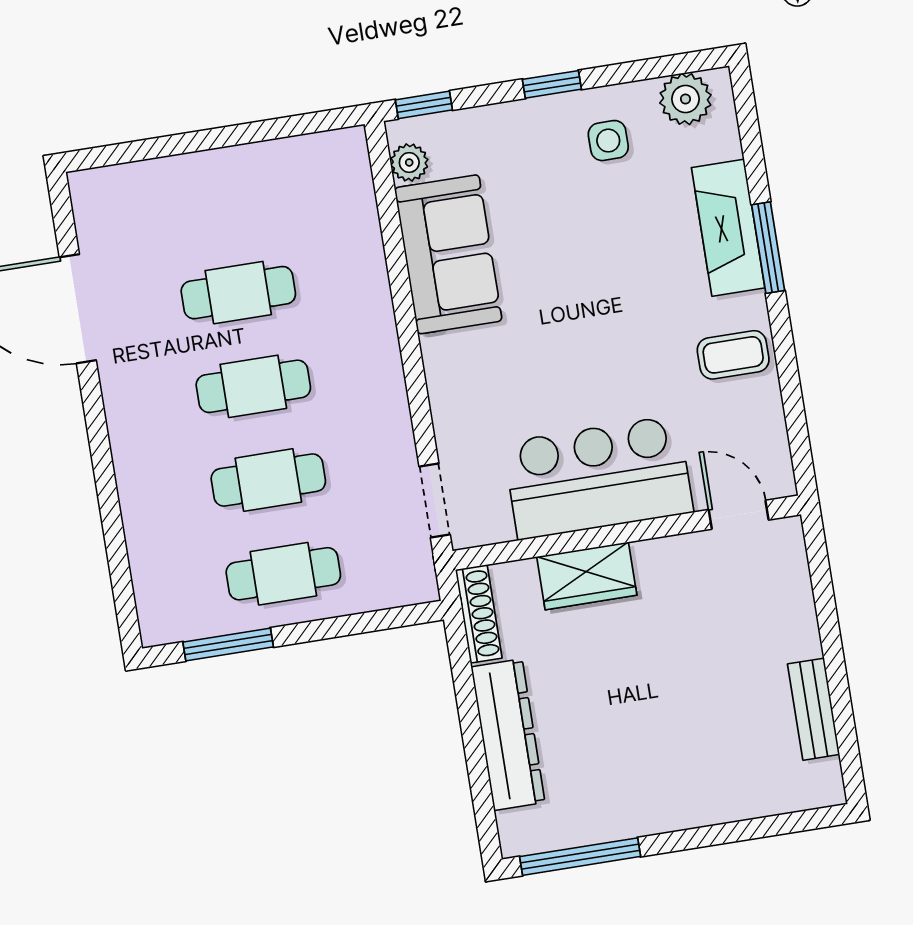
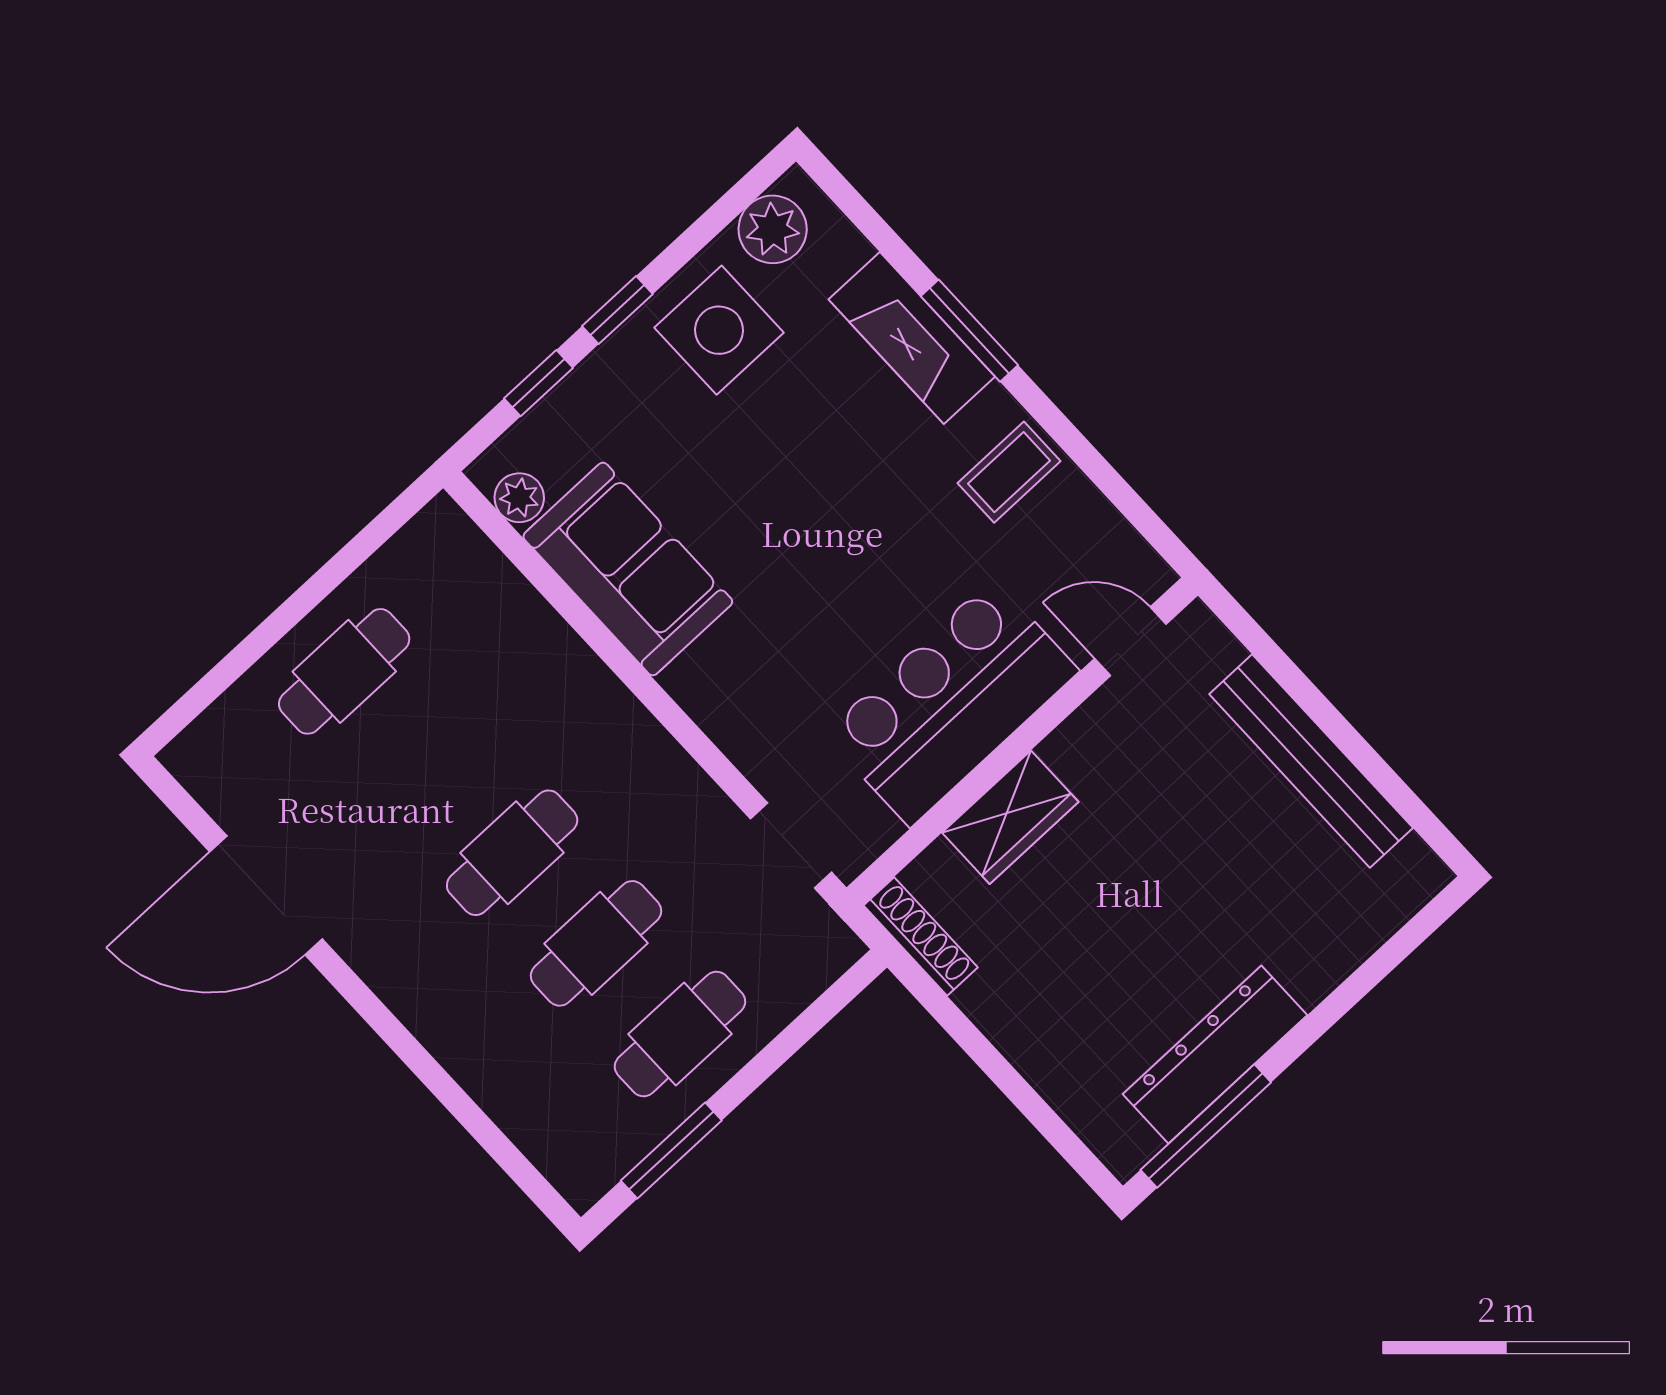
window: (424, 105) -> (538, 383), moved
side table: (608, 141) -> (719, 330), width x1.87, depth x1.87
cafe table: (238, 293) -> (344, 671), moved
bench: (814, 709) -> (1311, 761), width x1.86, depth x1.21
dresser: (508, 735) -> (1215, 1055), moved, turned -90

